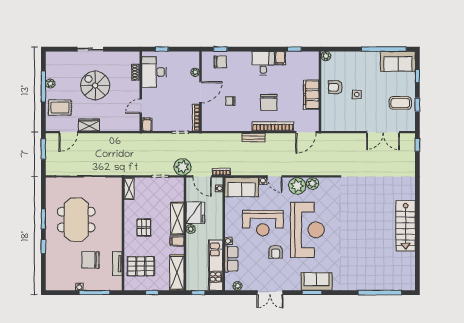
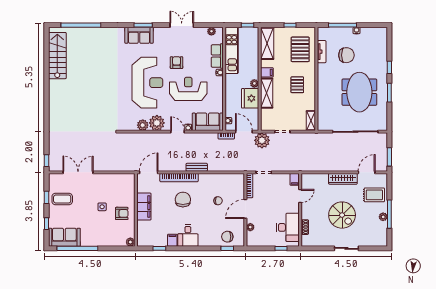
wardrobe: (89, 125) -> (343, 179), width x1.50
stairs: (406, 226) -> (57, 56), moved
reception desk: (307, 230) -> (147, 83), turned 180
pallet: (141, 266) -> (300, 49), turned 90

